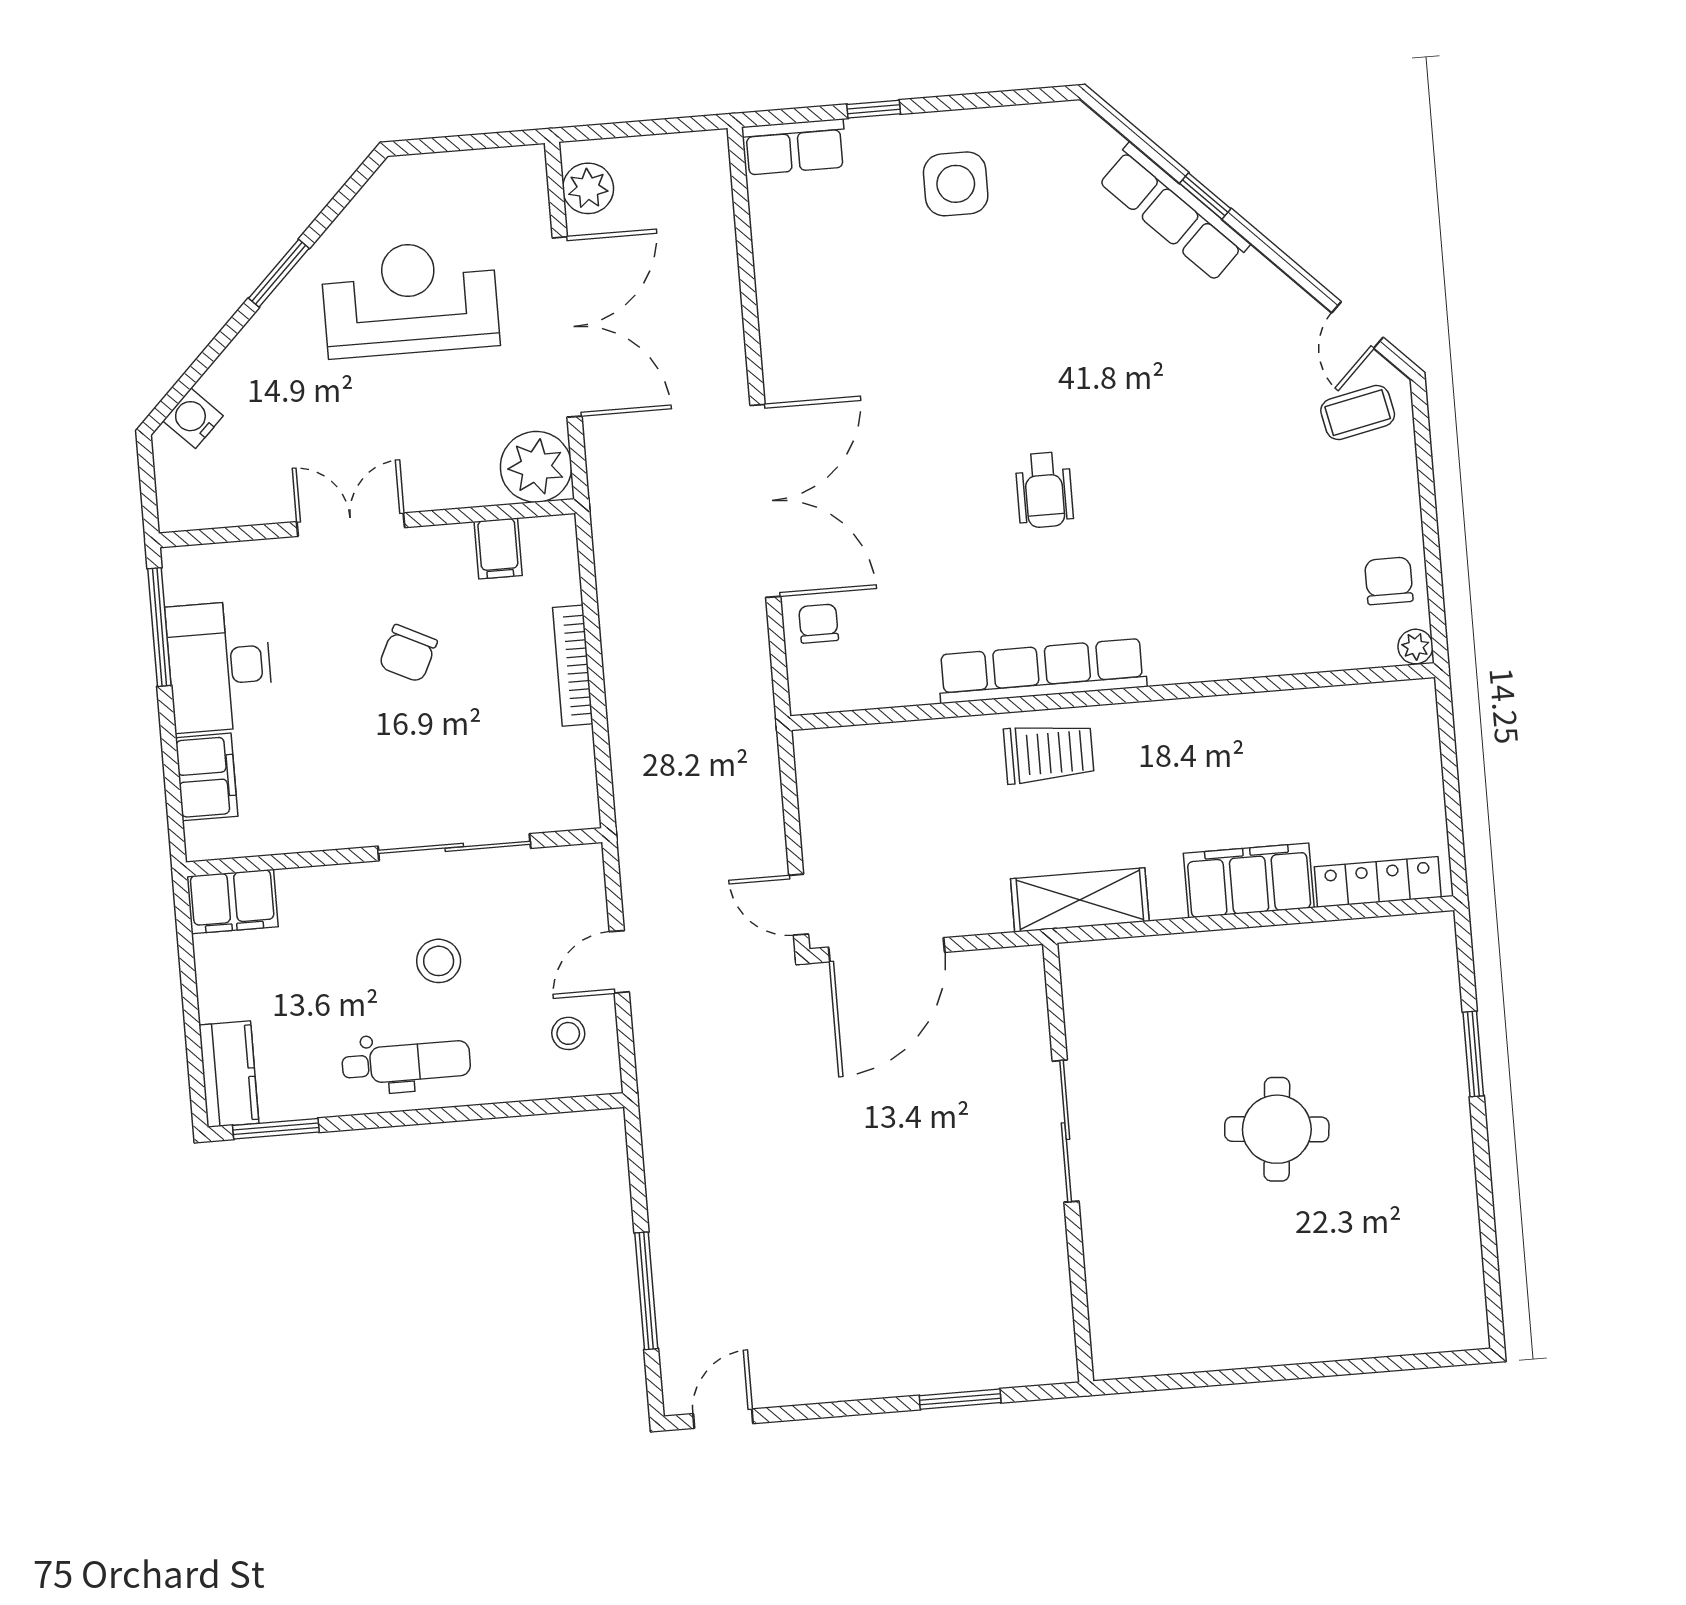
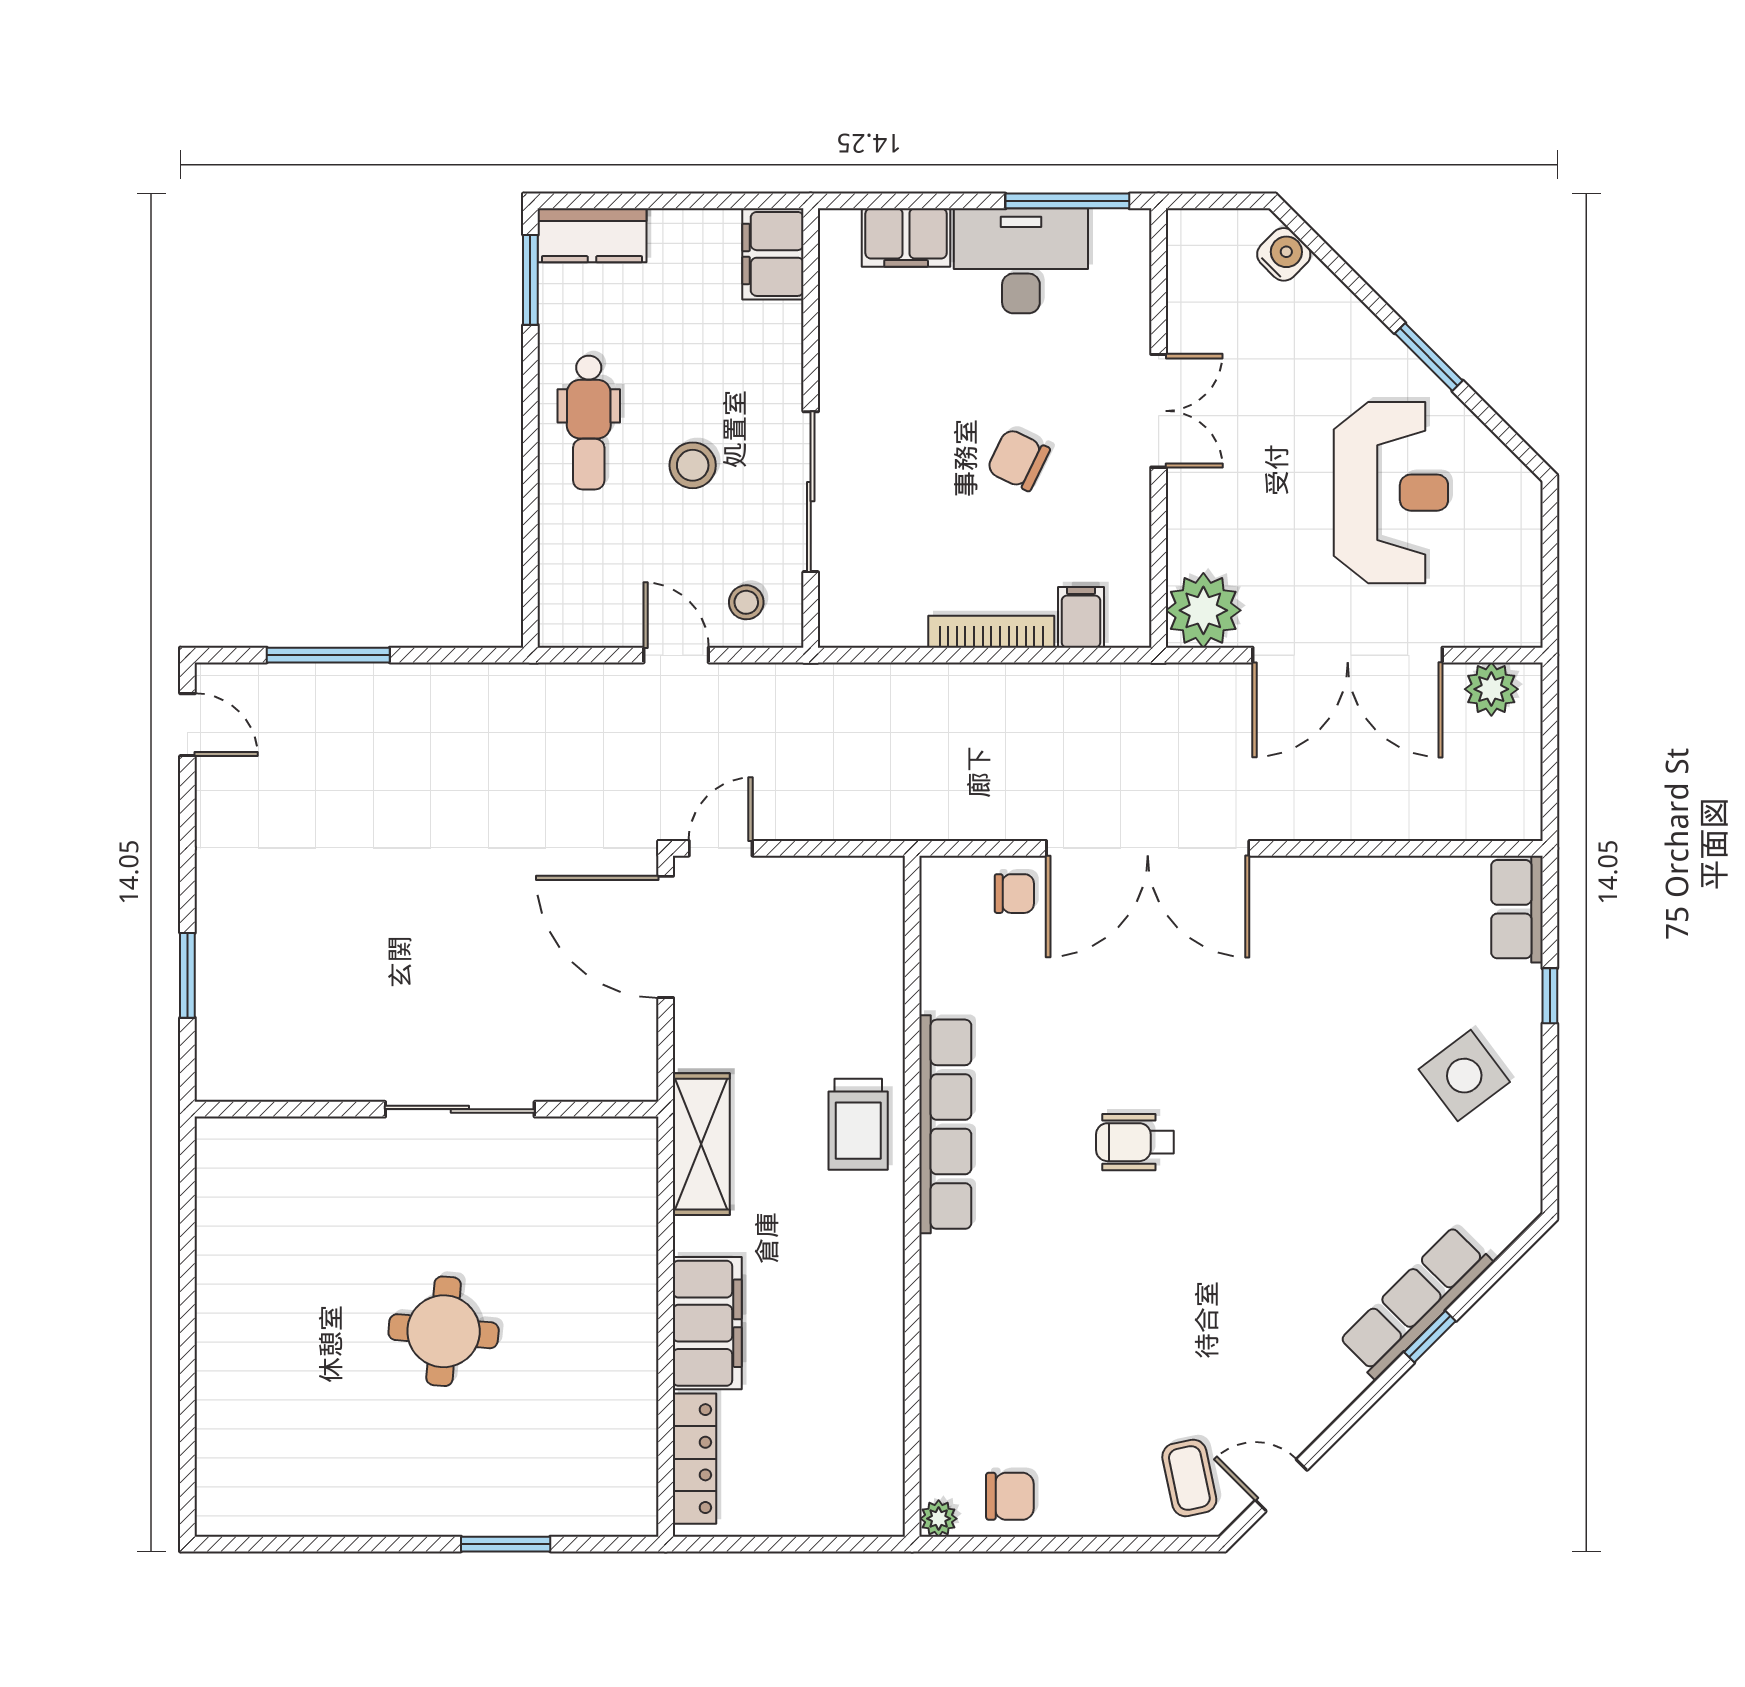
side table: (956, 184) -> (1464, 1076), turned -37
filing cabinet: (498, 548) -> (1081, 617), moved, turned 90
stool: (568, 1033) -> (746, 602), moved

